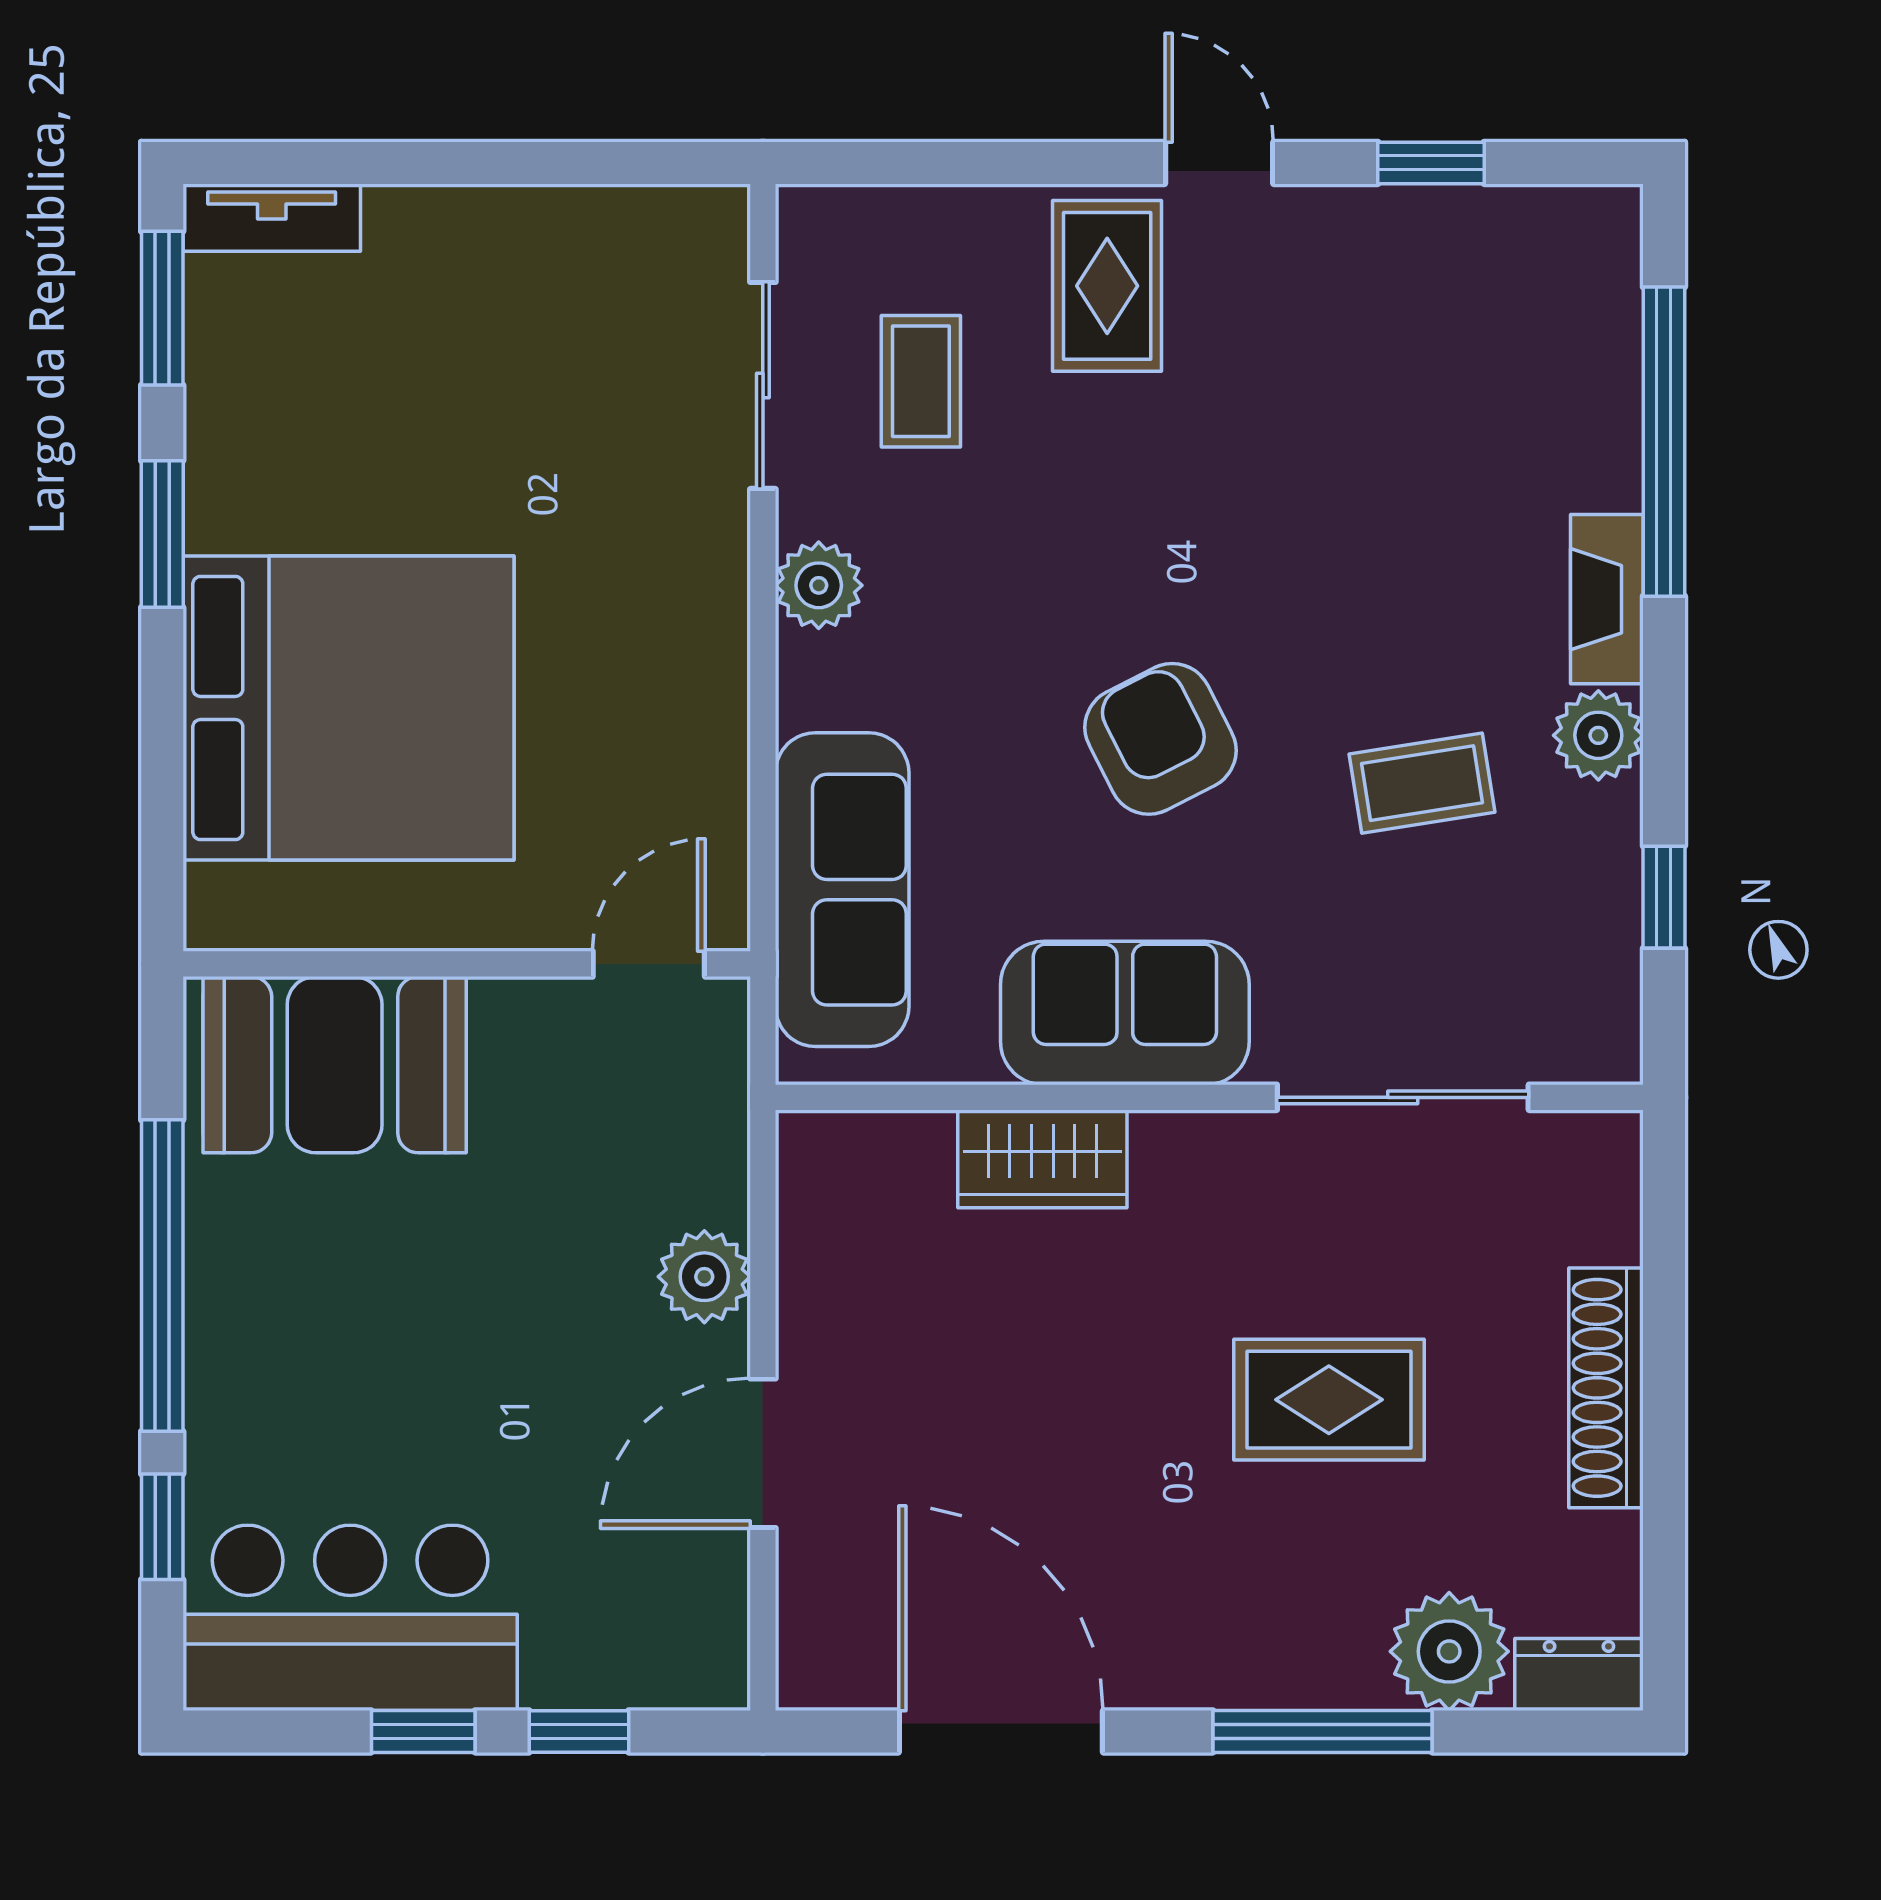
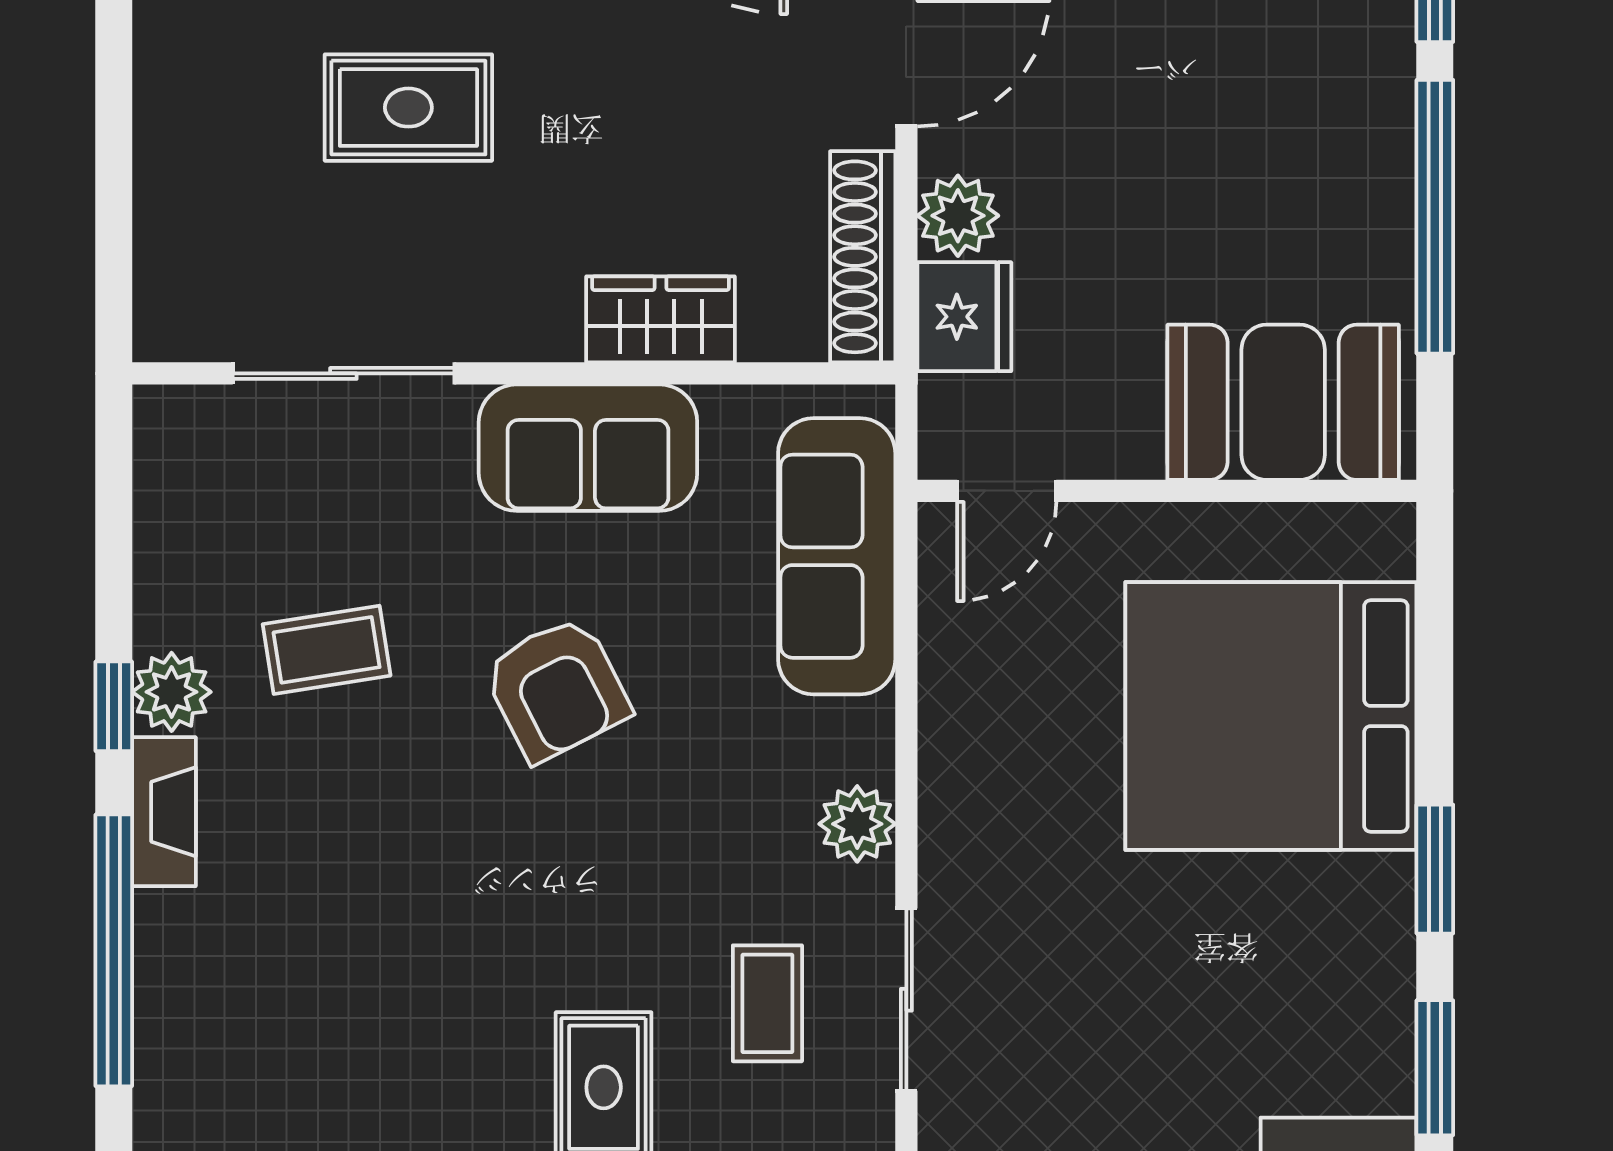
window: (1664, 897) -> (114, 706), moved
fridge: (697, 1162) -> (964, 317), added
shoe rack: (1606, 1388) -> (863, 257), moved, turned 180

